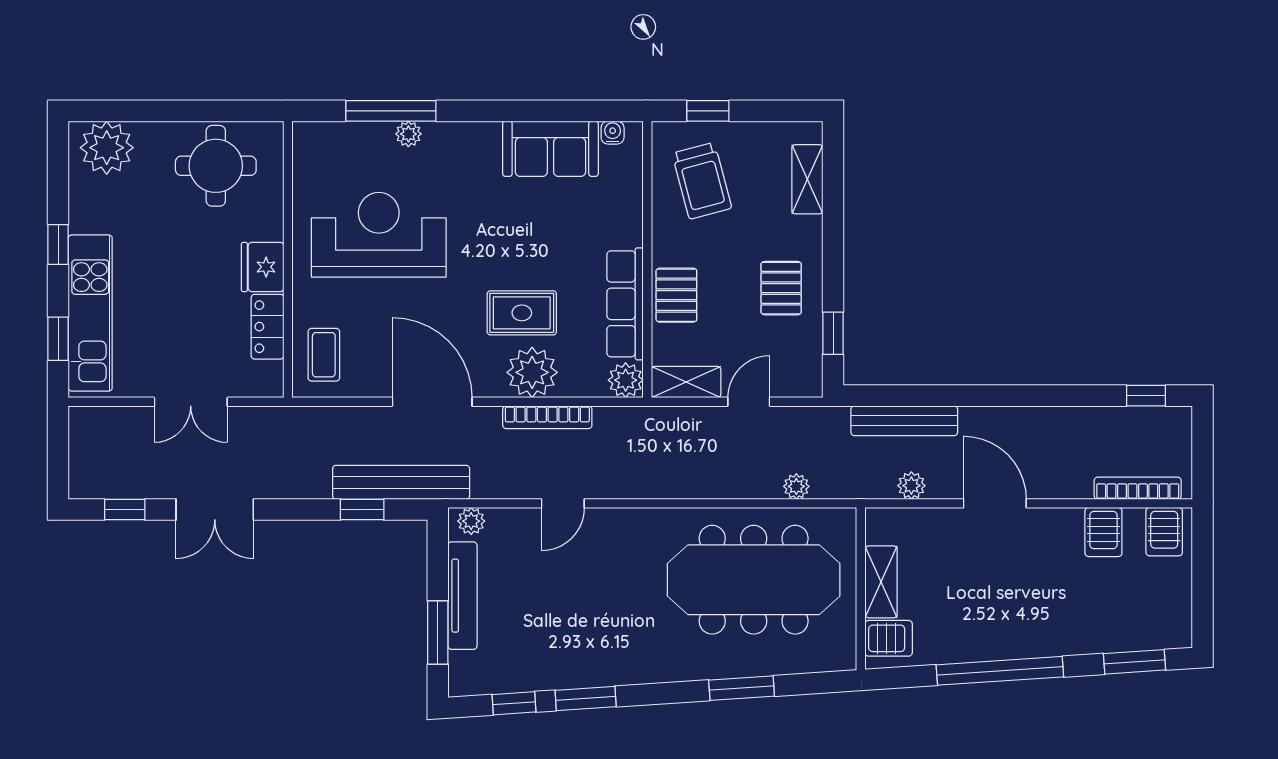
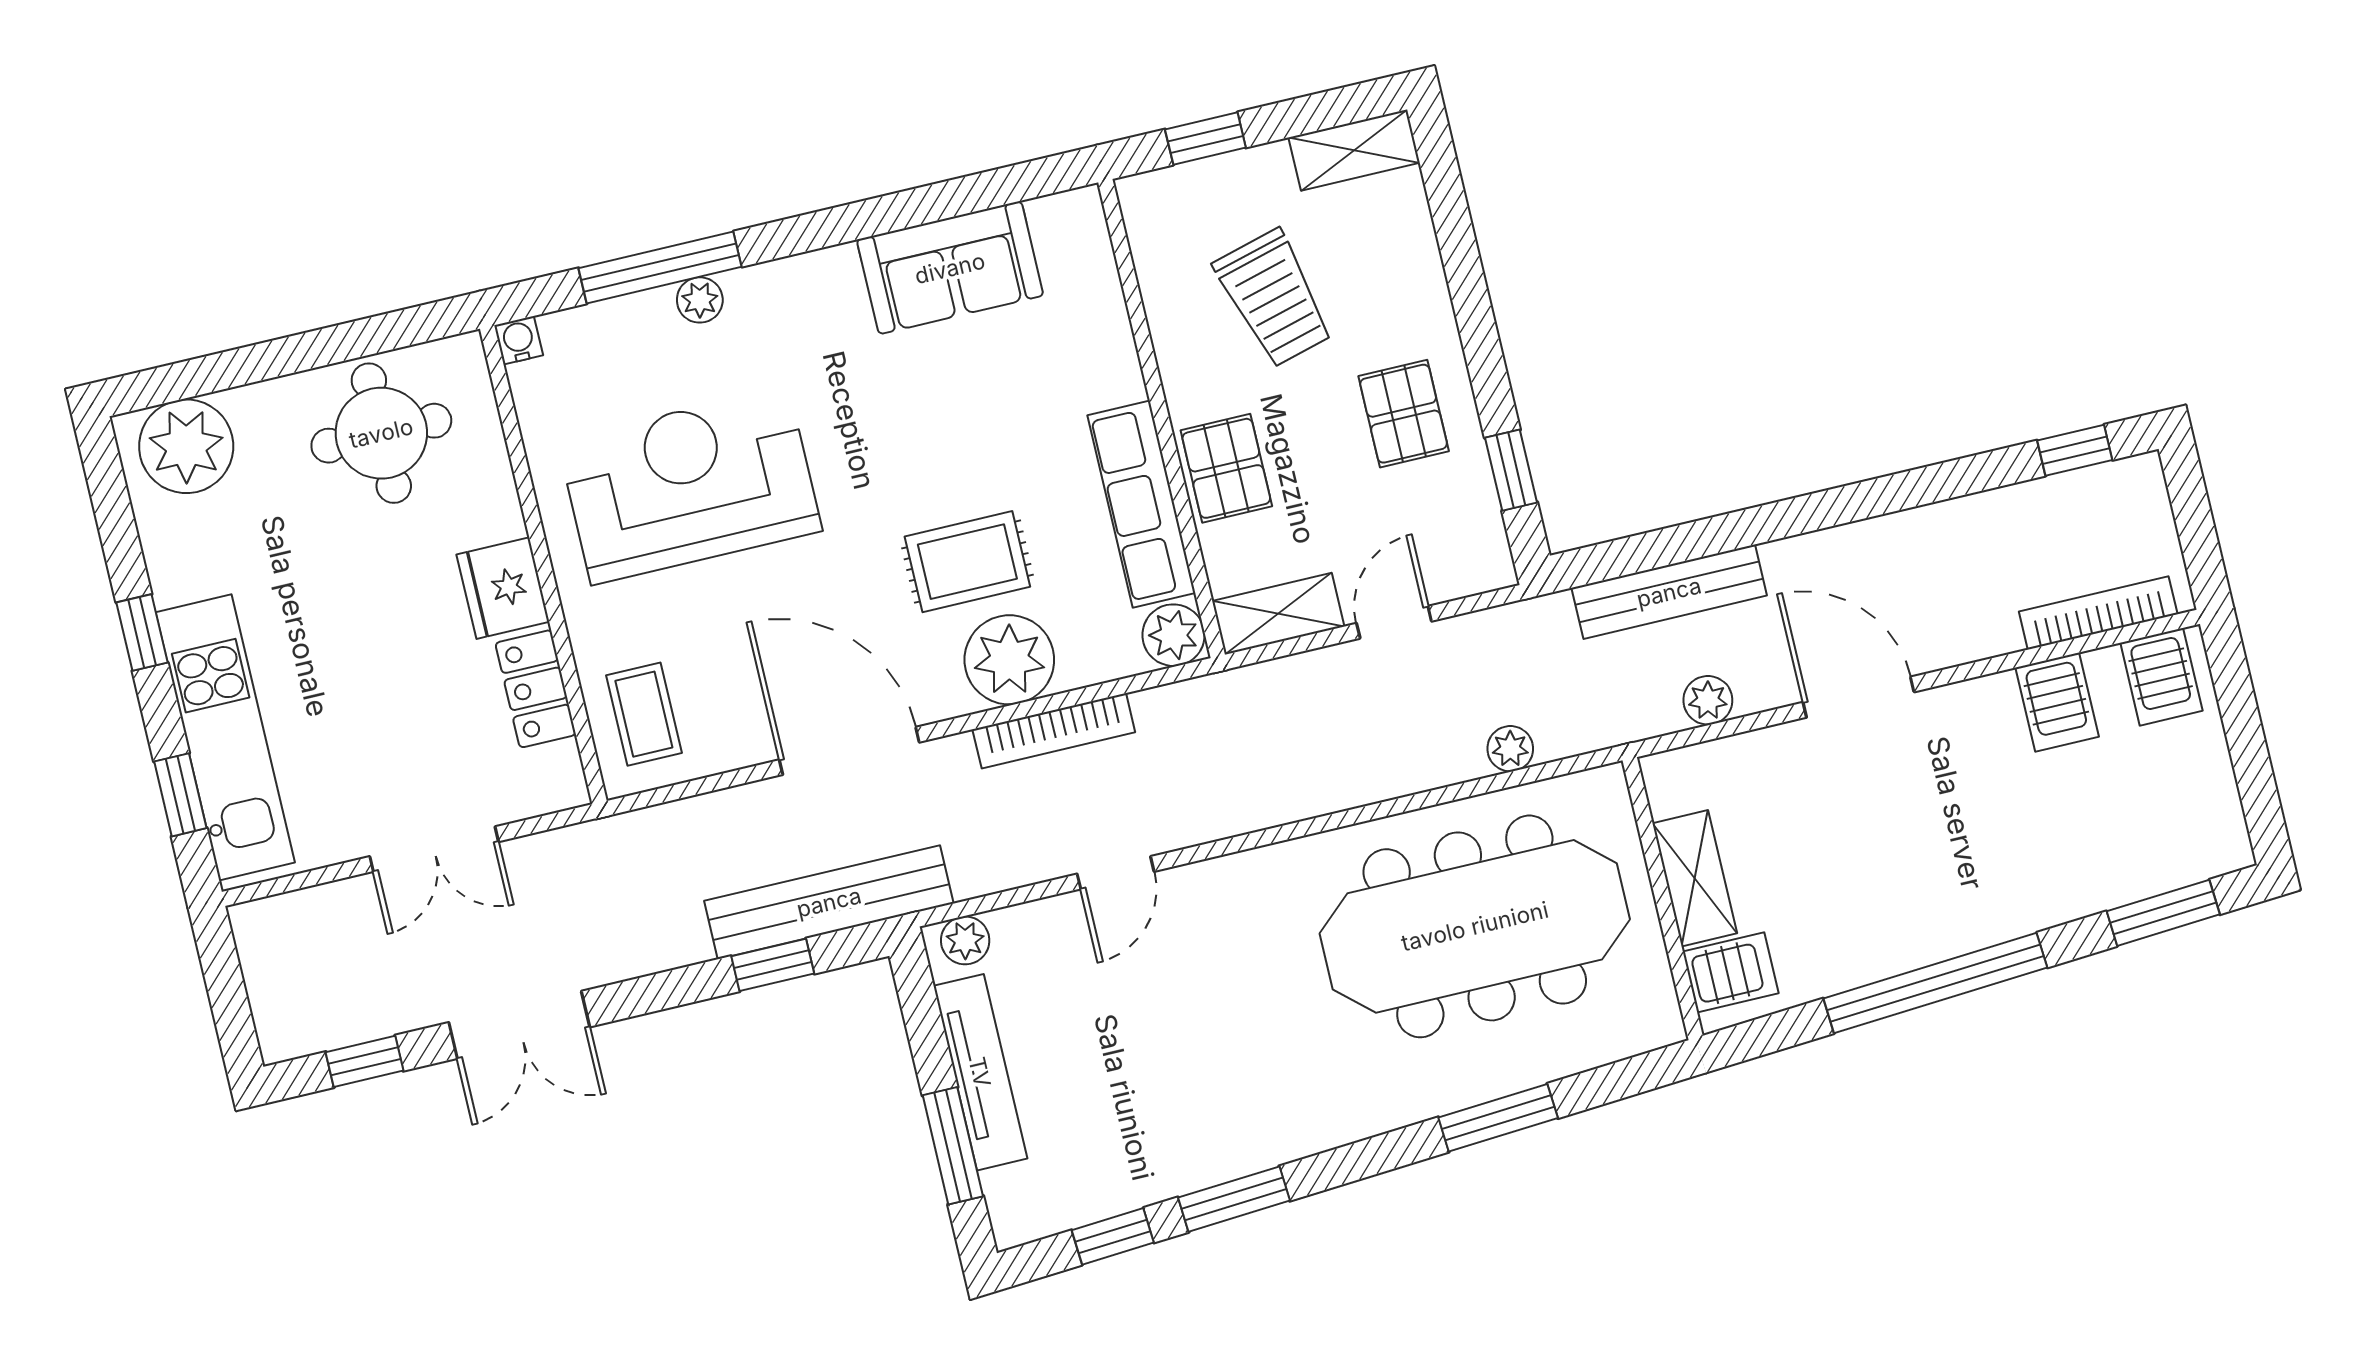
water cooler: (613, 133) -> (519, 340), moved
shelving: (807, 179) -> (1354, 150), moved, turned 90
trolley: (702, 181) -> (1274, 298), moved

